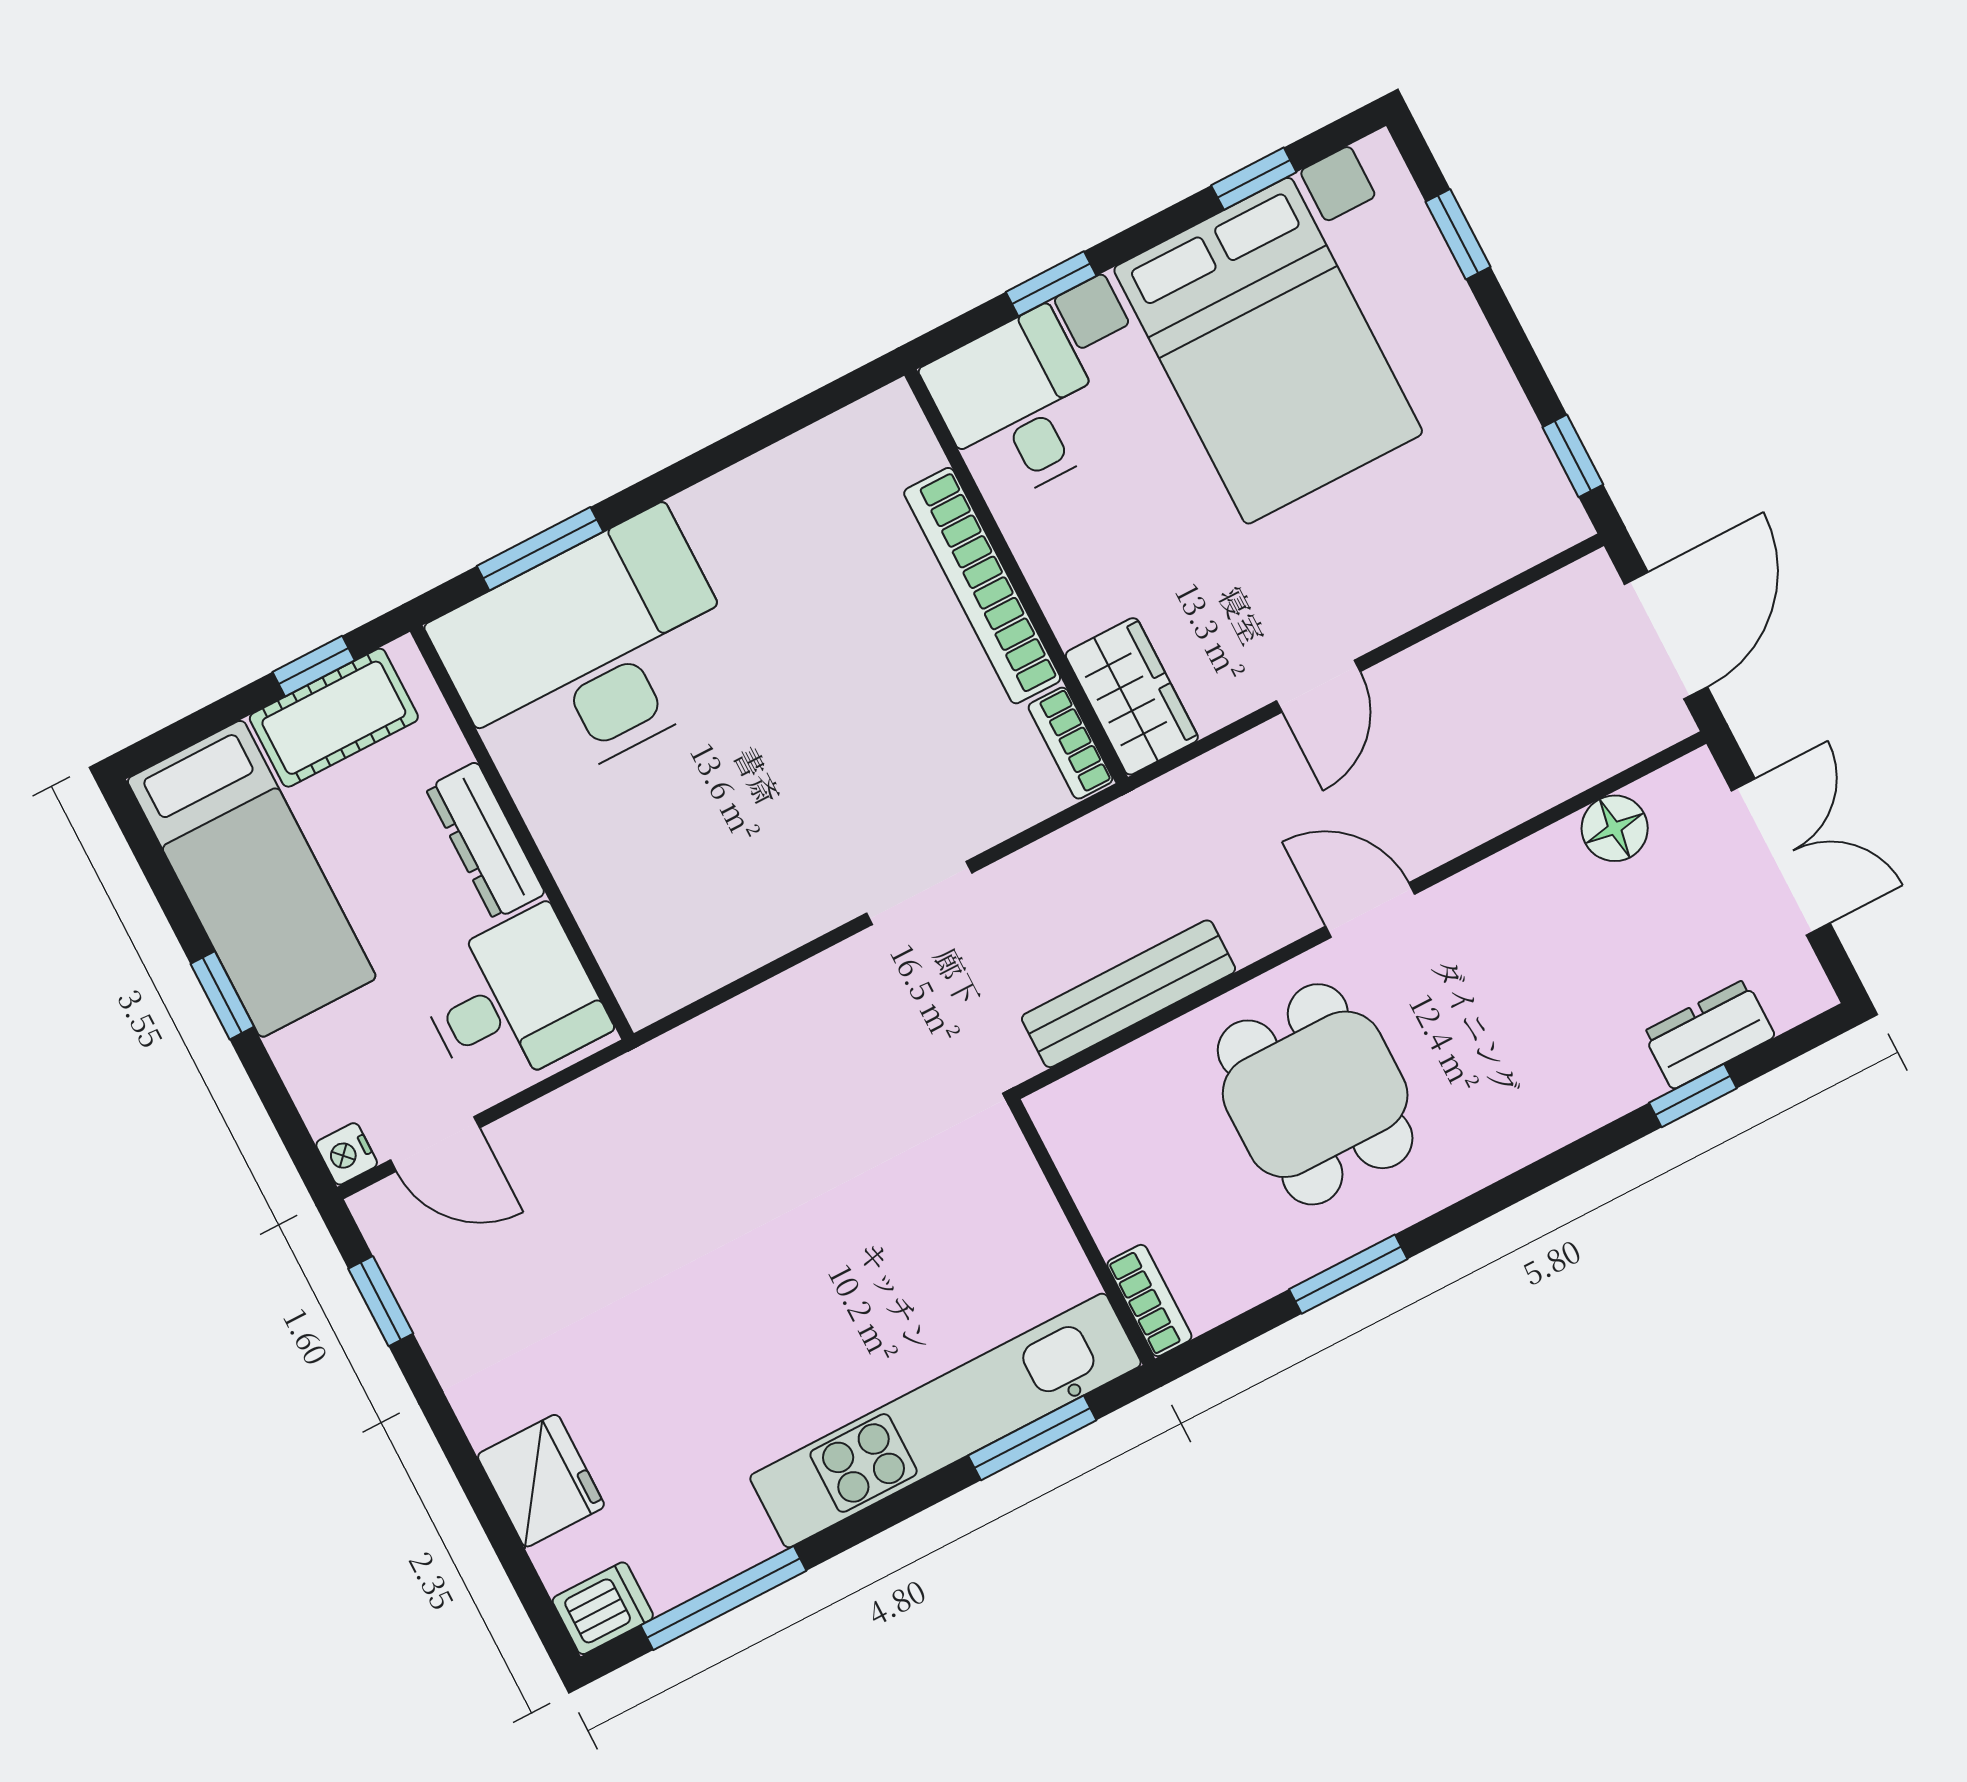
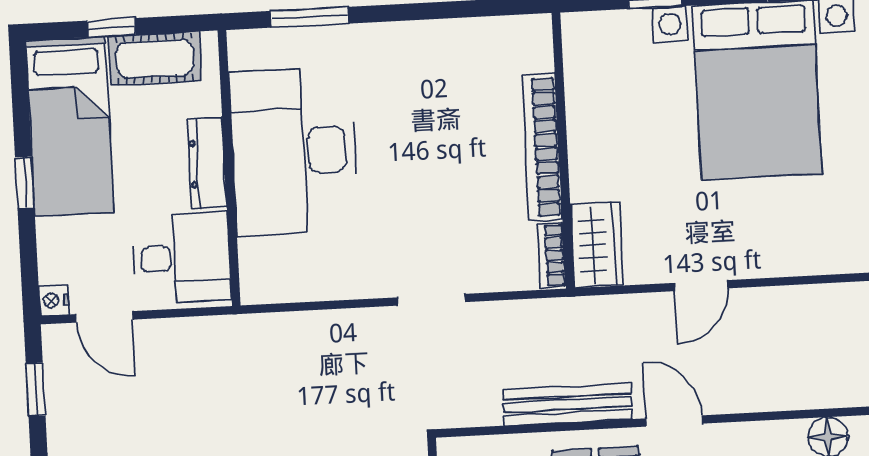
desk: (1019, 406) -> (607, 58), removed
desk: (590, 653) -> (294, 151), moved, turned -90
window: (314, 666) -> (111, 28), moved
bench: (1129, 994) -> (567, 404), moved

